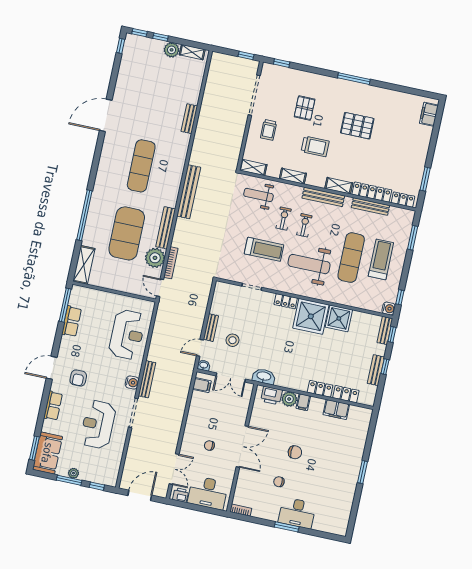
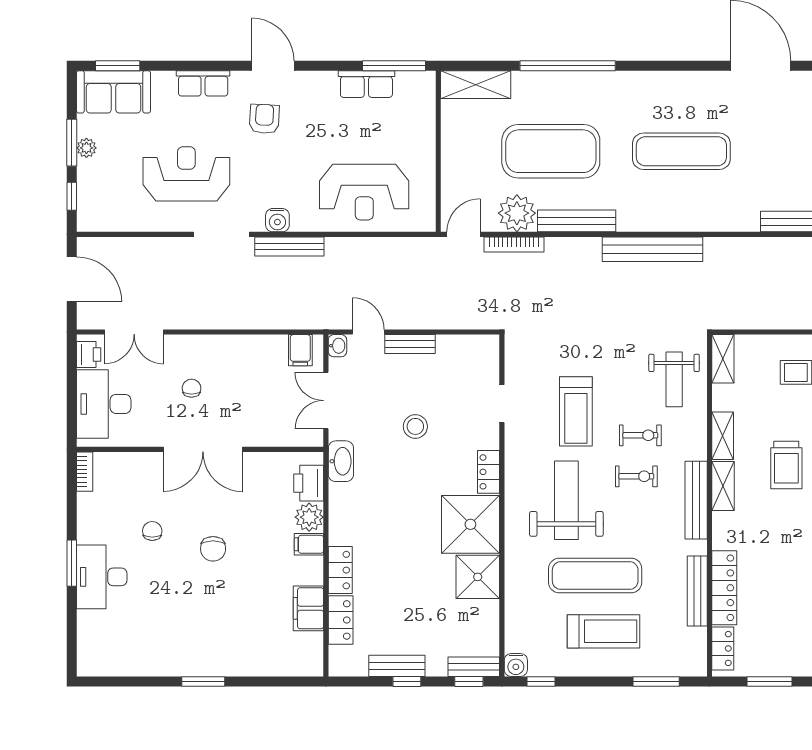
shelving: (339, 186) -> (723, 486), moved
weight bench: (258, 195) -> (674, 379), turned 180
stool: (233, 340) -> (415, 426), moved
armchair: (78, 378) -> (264, 119), turned 93

